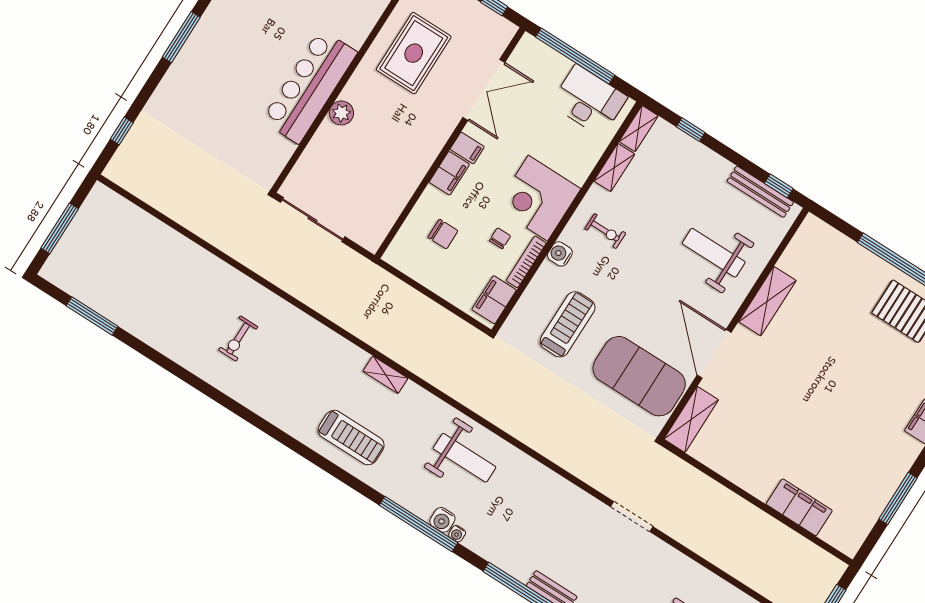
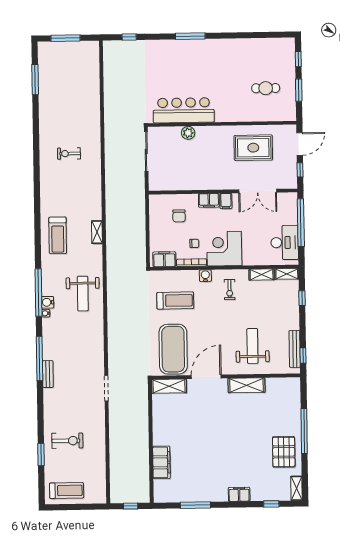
bar counter: (310, 86) -> (184, 110), moved
plant: (341, 113) -> (188, 133), moved

